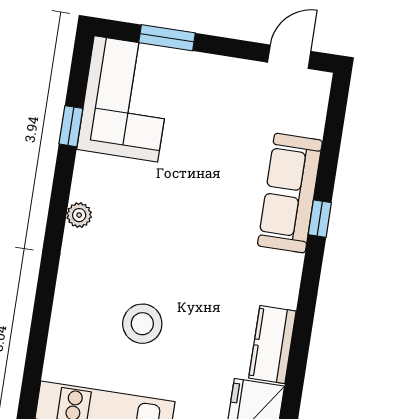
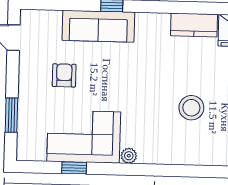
corner sofa: (126, 99) -> (84, 137), moved
armchair: (219, 129) -> (64, 75), added

